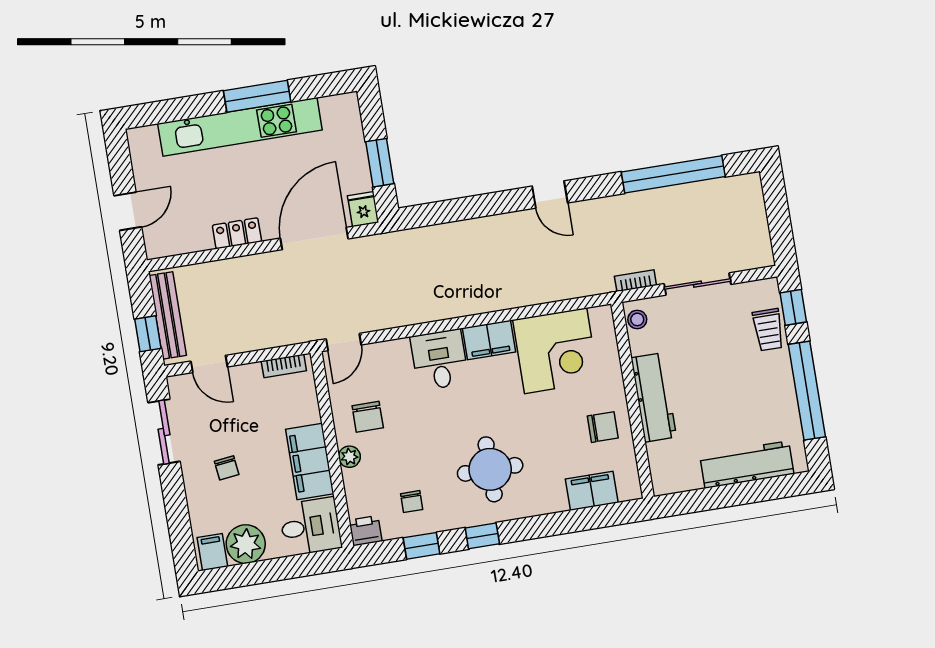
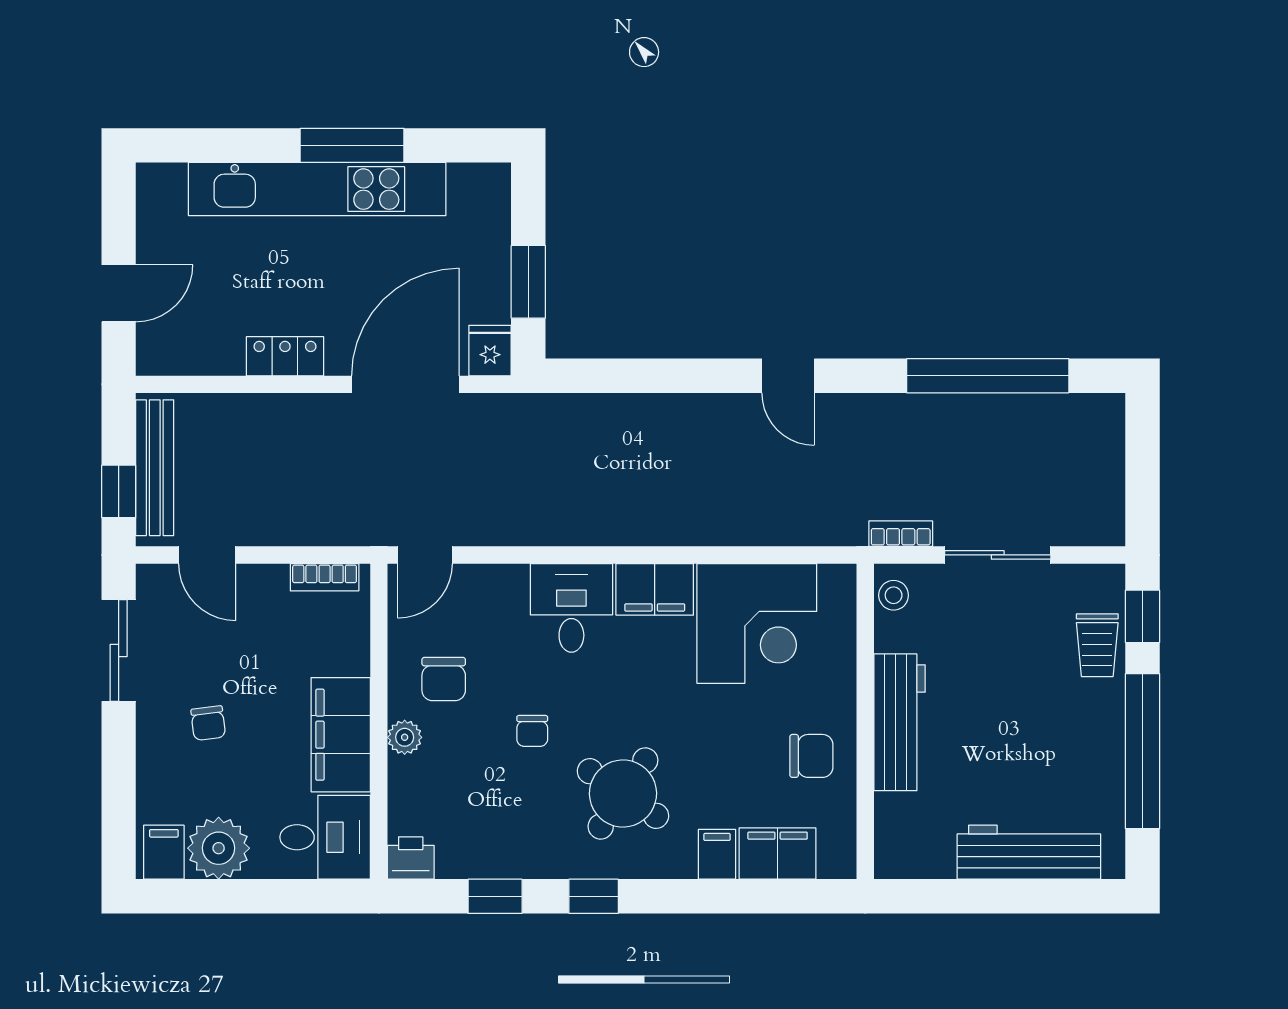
round table: (490, 469) -> (623, 793), turned 34
filing cabinet: (554, 497) -> (717, 854), added
chair: (412, 502) -> (532, 731), moved

